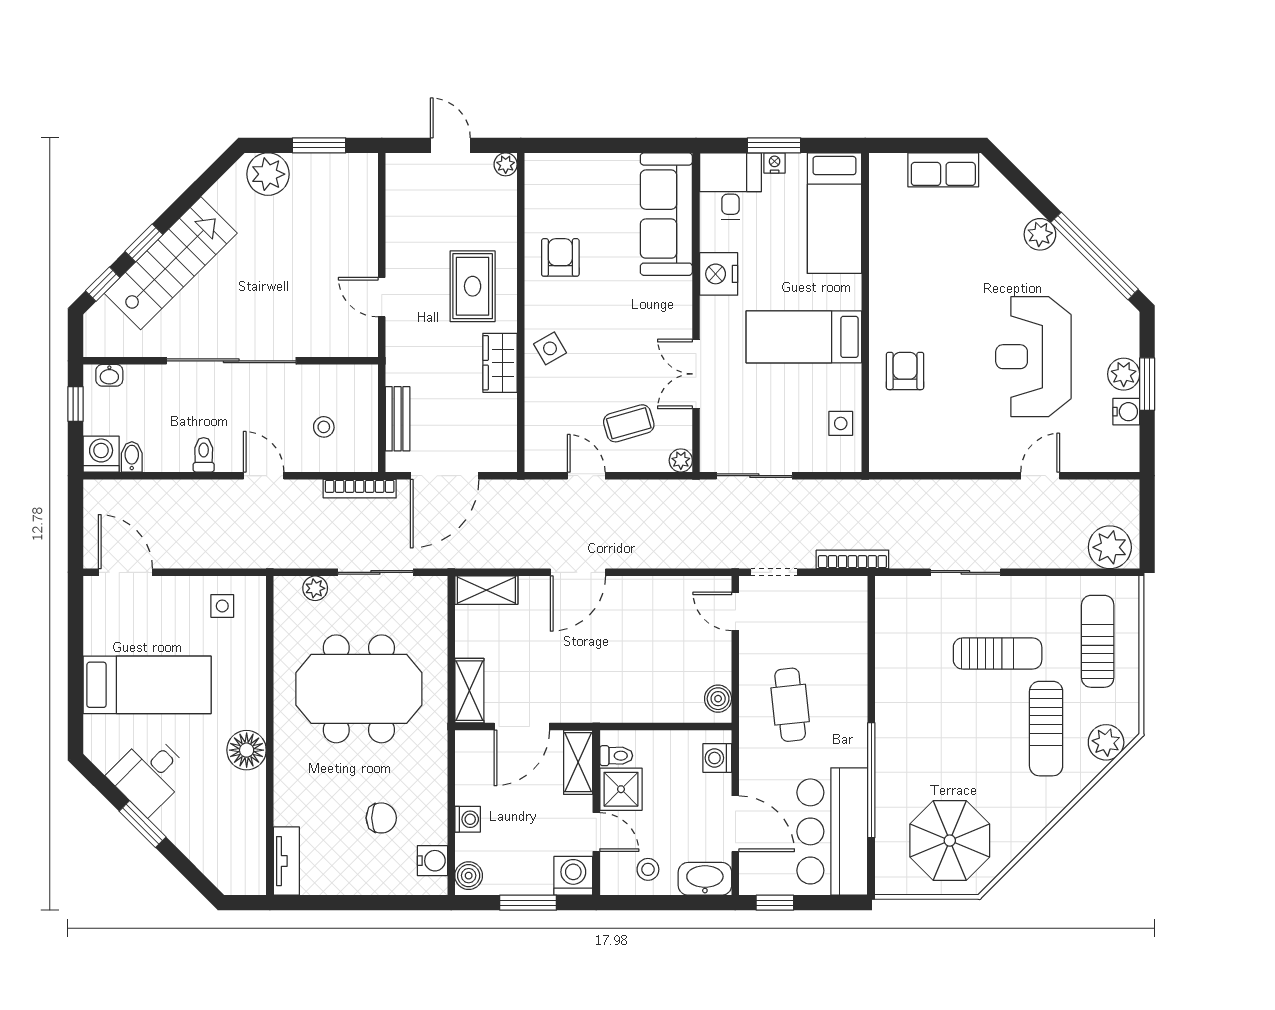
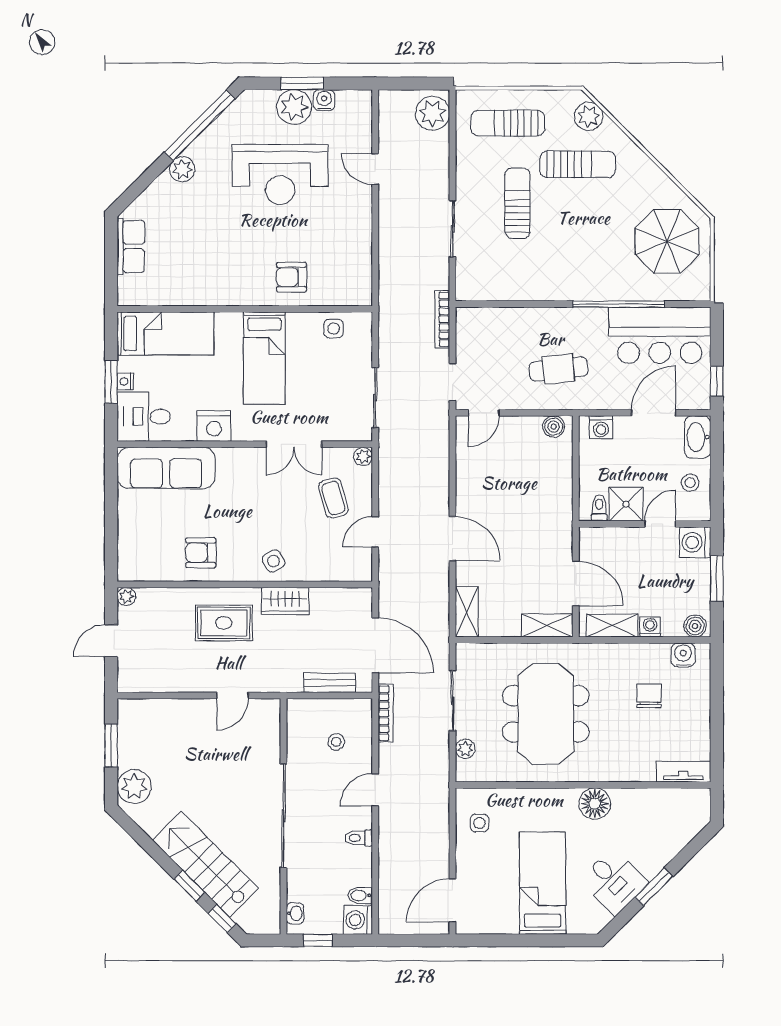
plant: (1124, 374) -> (294, 107), width x1.36, depth x1.36
shelving: (578, 762) -> (612, 626), moved

